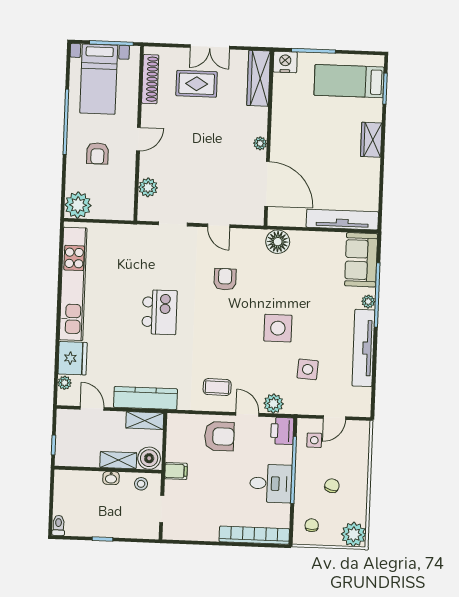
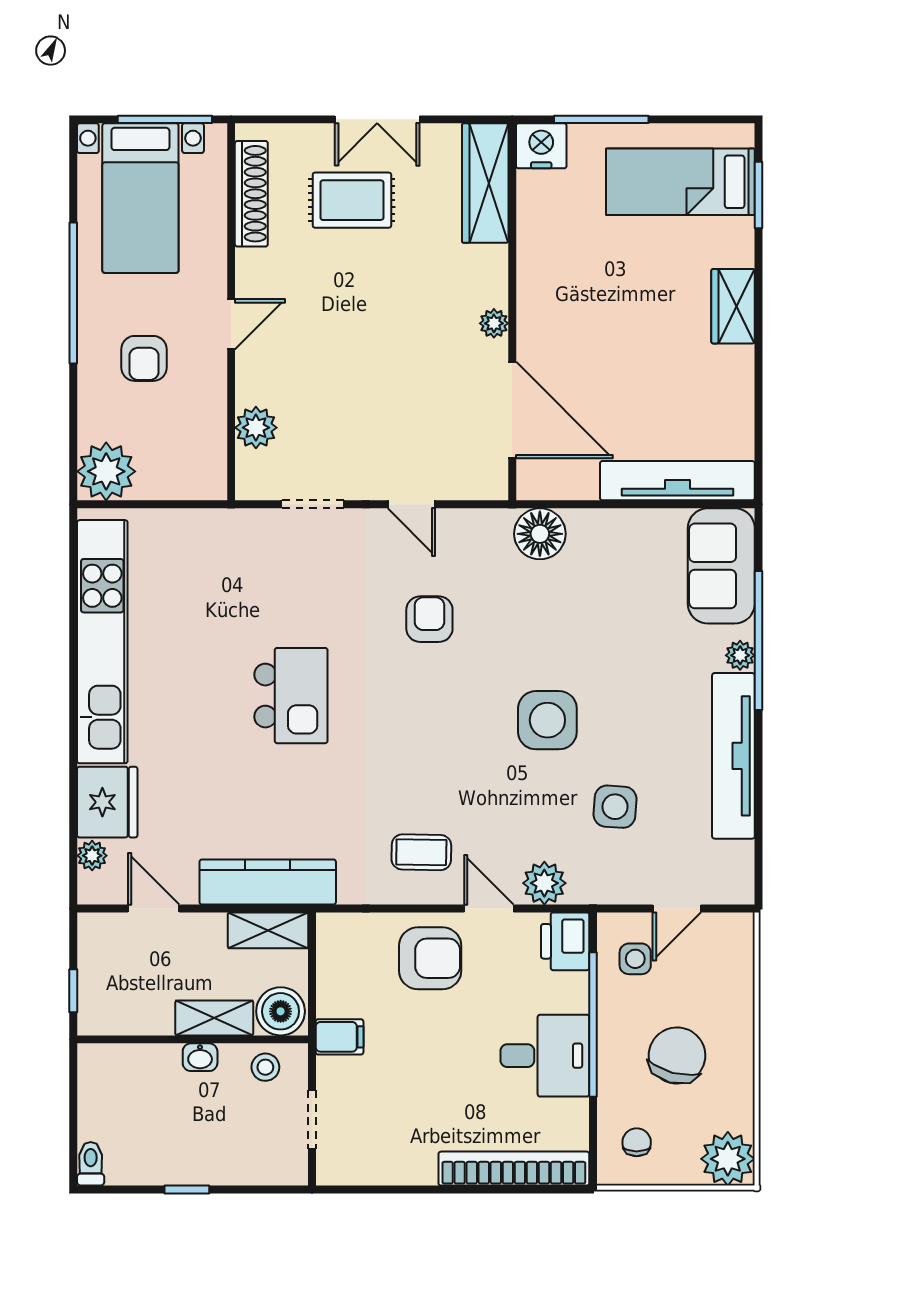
chair: (332, 486) -> (677, 1056), width x1.87, depth x1.87

